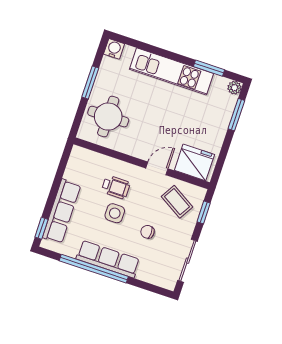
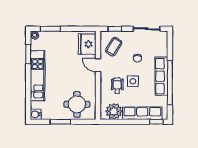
plant: (79, 169) -> (114, 111), added

